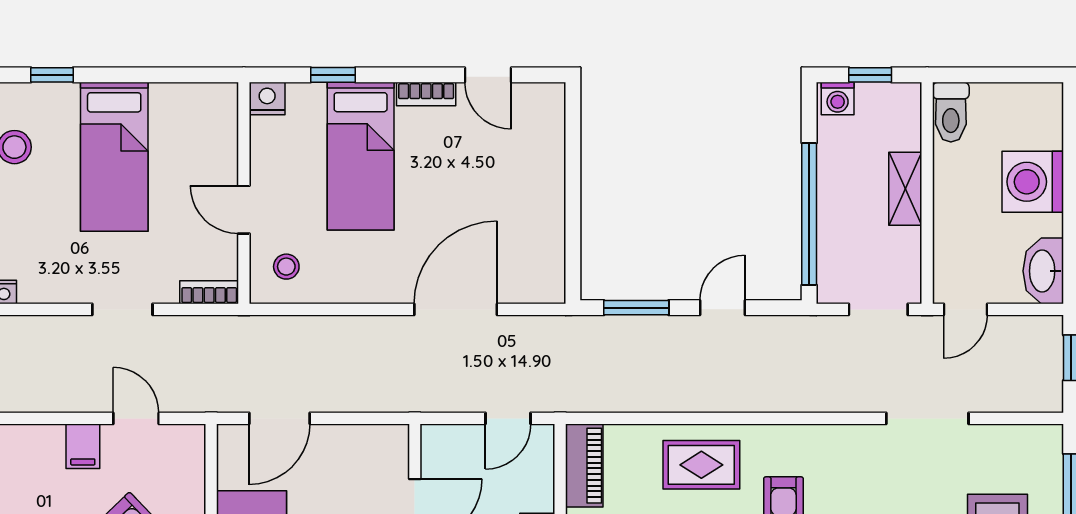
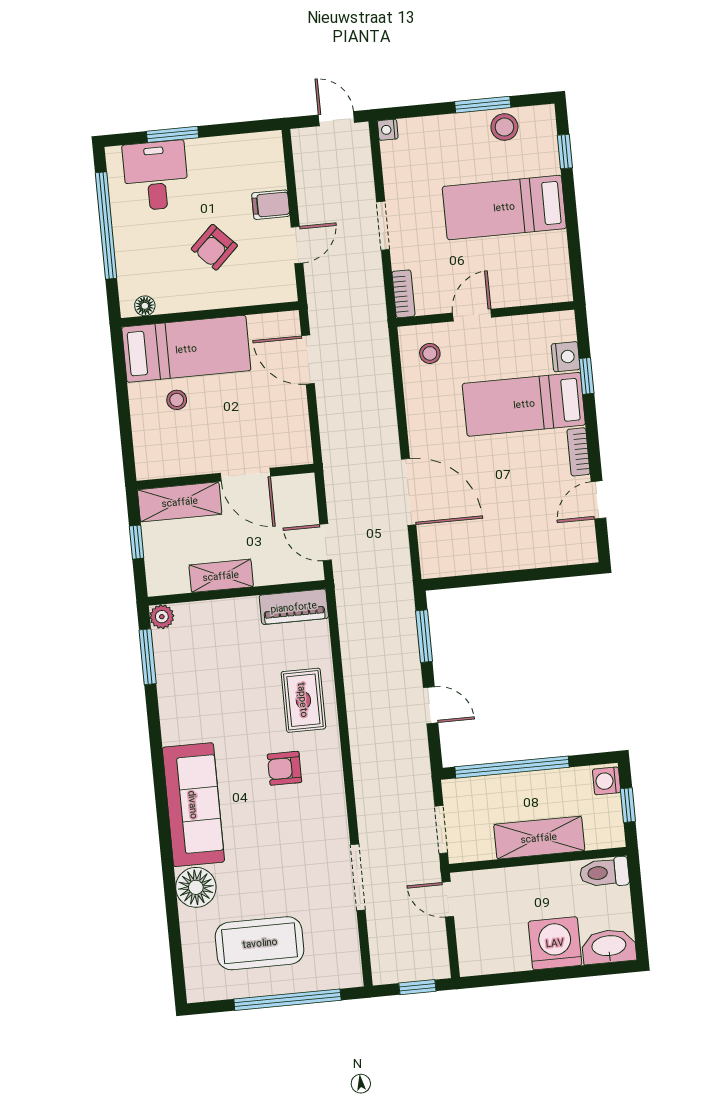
nightstand: (267, 99) -> (566, 357), moved
shelving: (905, 189) -> (539, 838), width x1.50, depth x1.33
washbasin: (1043, 271) -> (609, 947), moved

